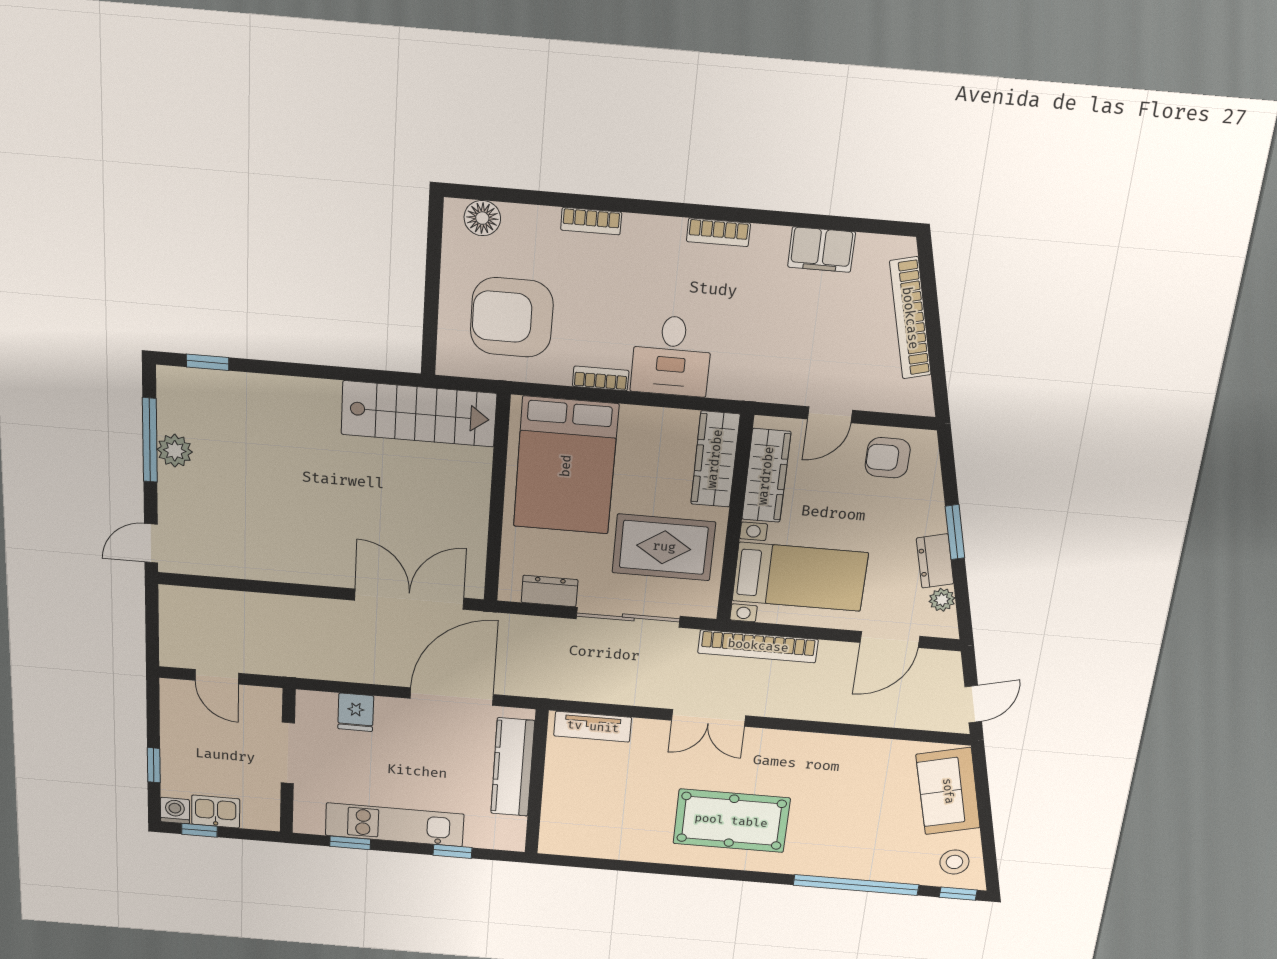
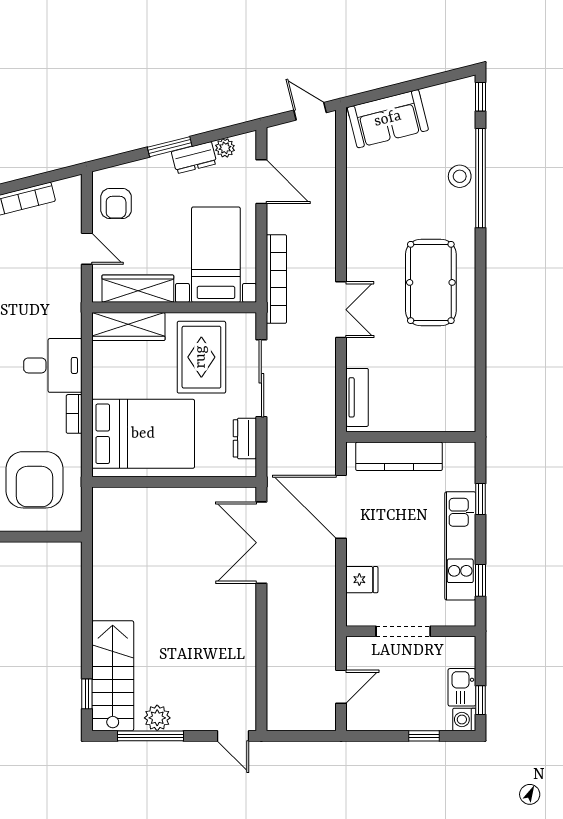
stairs: (419, 414) -> (113, 676), moved
stool: (954, 862) -> (460, 176), moved

